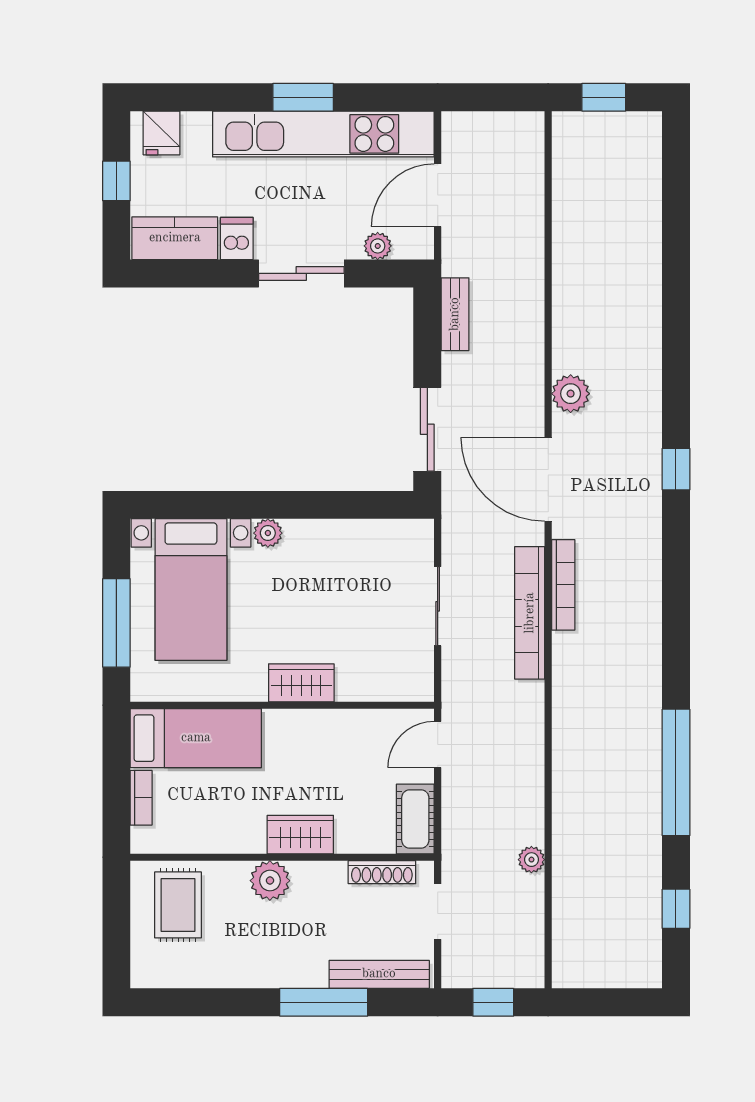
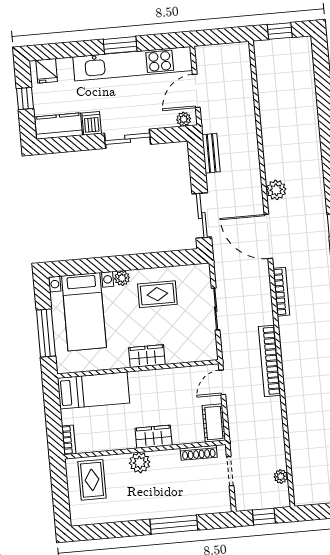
plant: (378, 246) -> (184, 119), moved
rug: (331, 569) -> (157, 294), added
bookcase: (530, 613) -> (270, 361), moved
bookcase: (141, 798) -> (69, 440), moved
plant: (531, 860) -> (281, 476), moved
bench: (379, 974) -> (202, 507), removed

